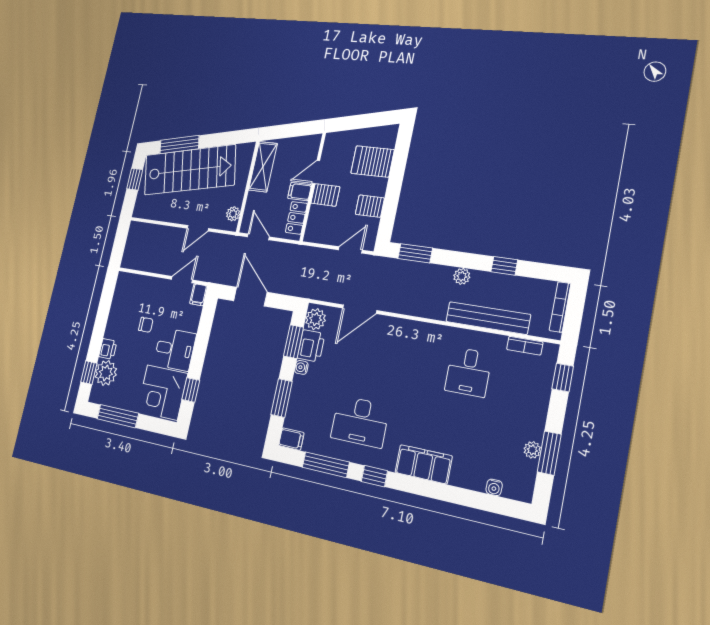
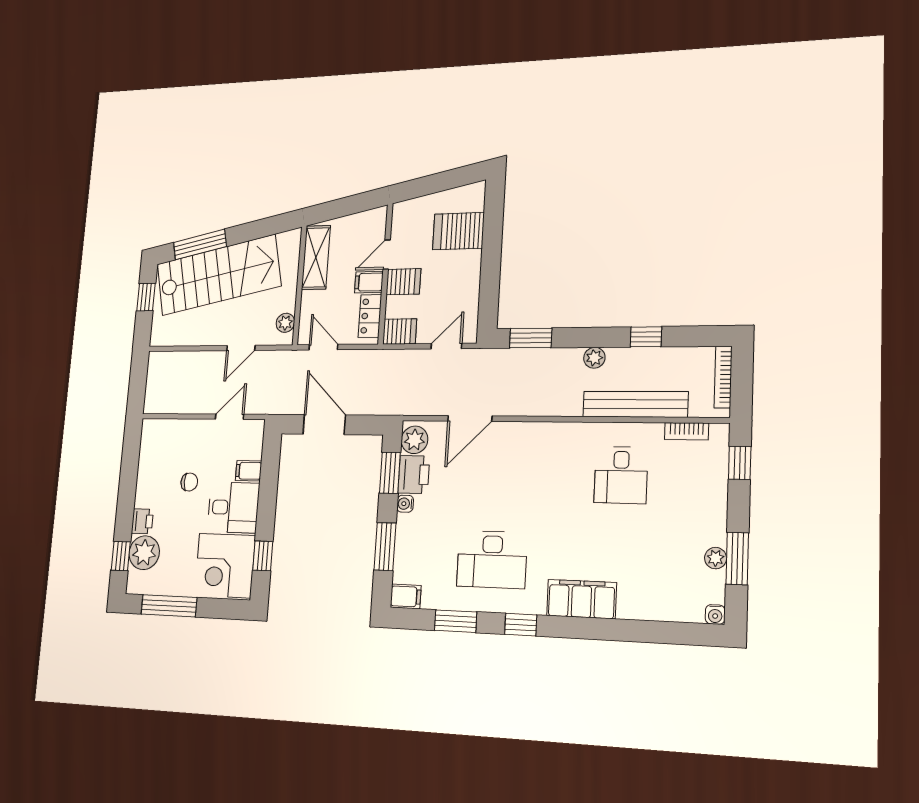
server rack: (370, 206) -> (400, 331), moved, turned 180
filing cabinet: (199, 295) -> (249, 471), moved, turned 90
window: (326, 465) -> (456, 621), width x0.69
water cooler: (494, 487) -> (715, 614), moved

